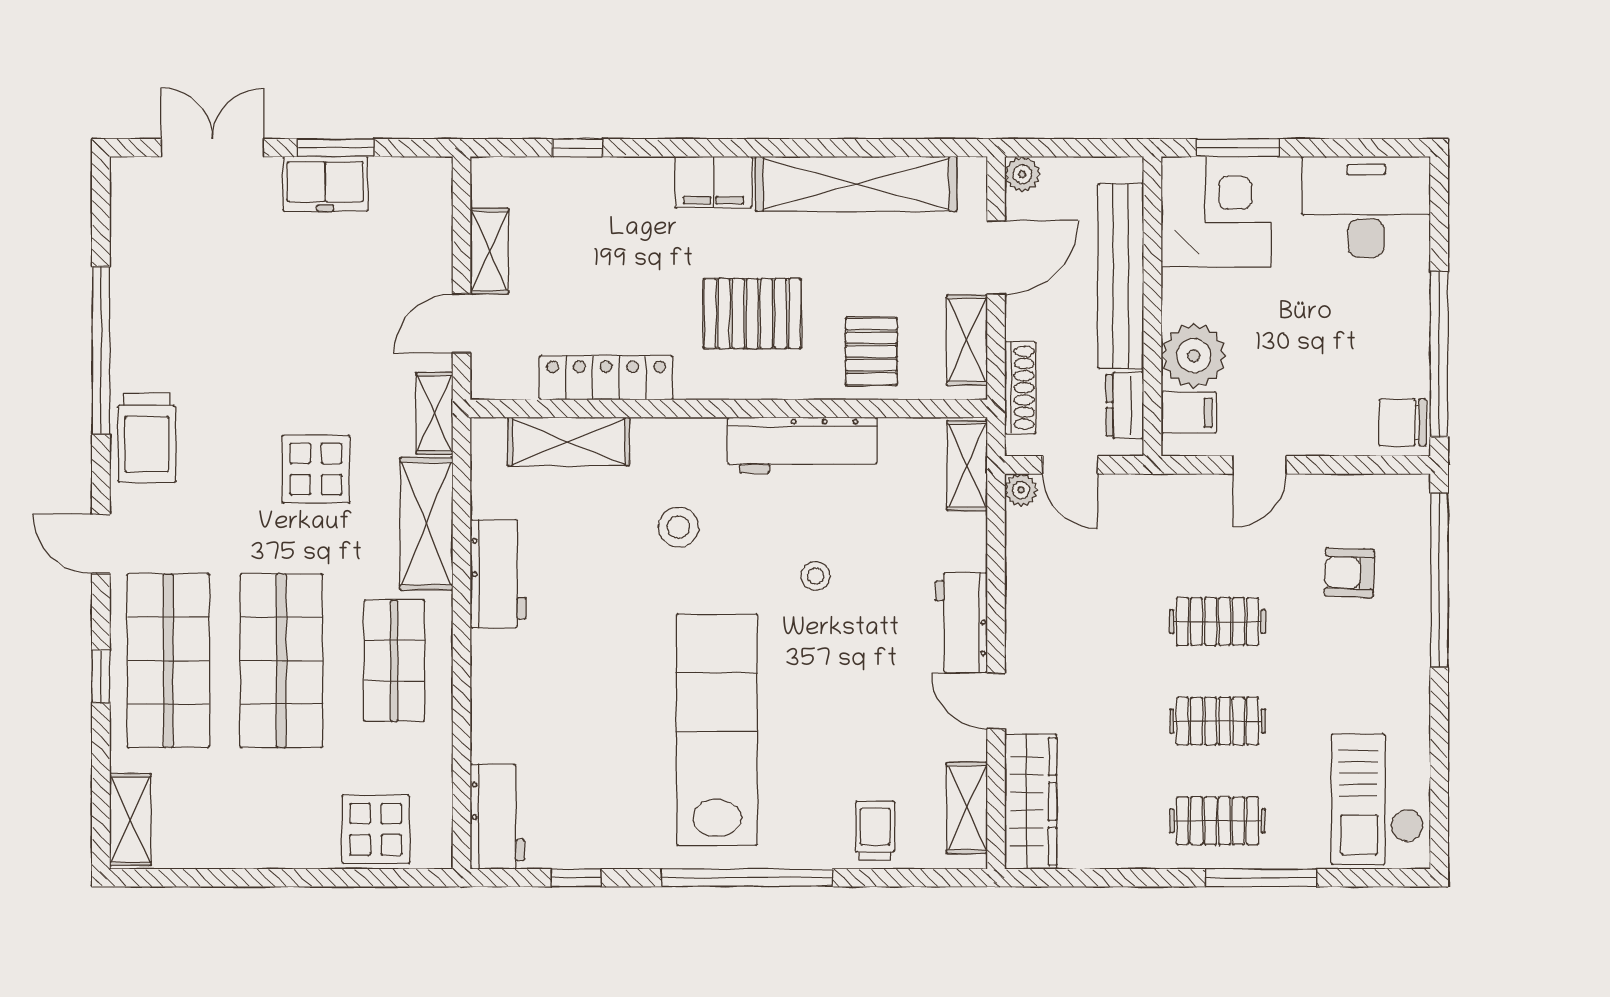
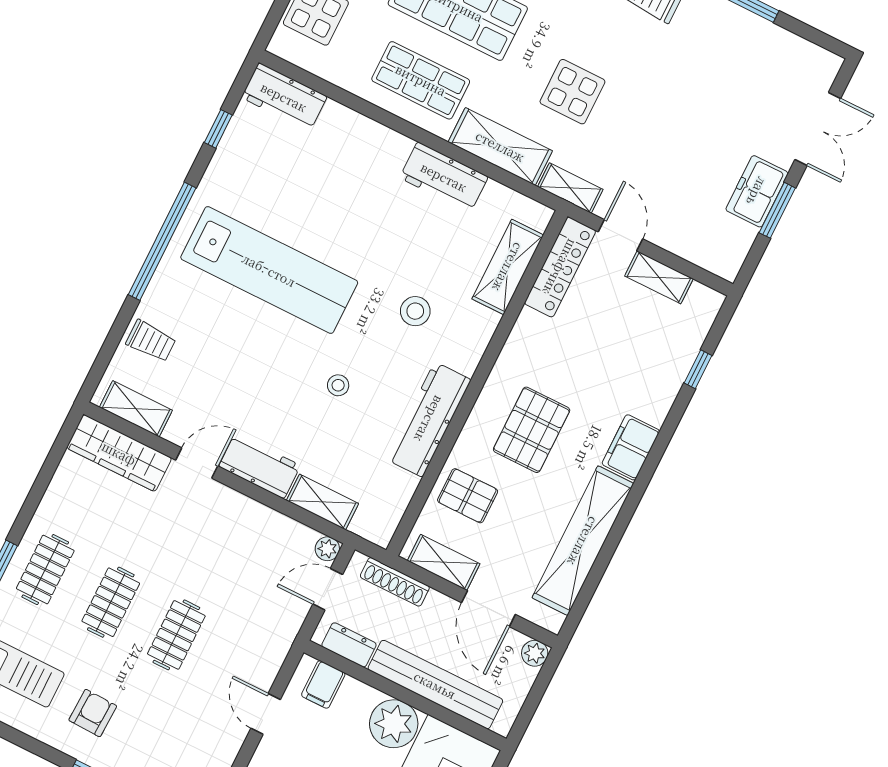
plant: (1194, 356) -> (394, 724), moved
locker: (606, 378) -> (560, 267), moved
shelving: (967, 466) -> (322, 502), moved
armchair: (1349, 573) -> (93, 713), moved

